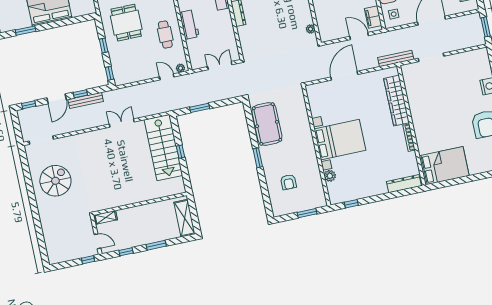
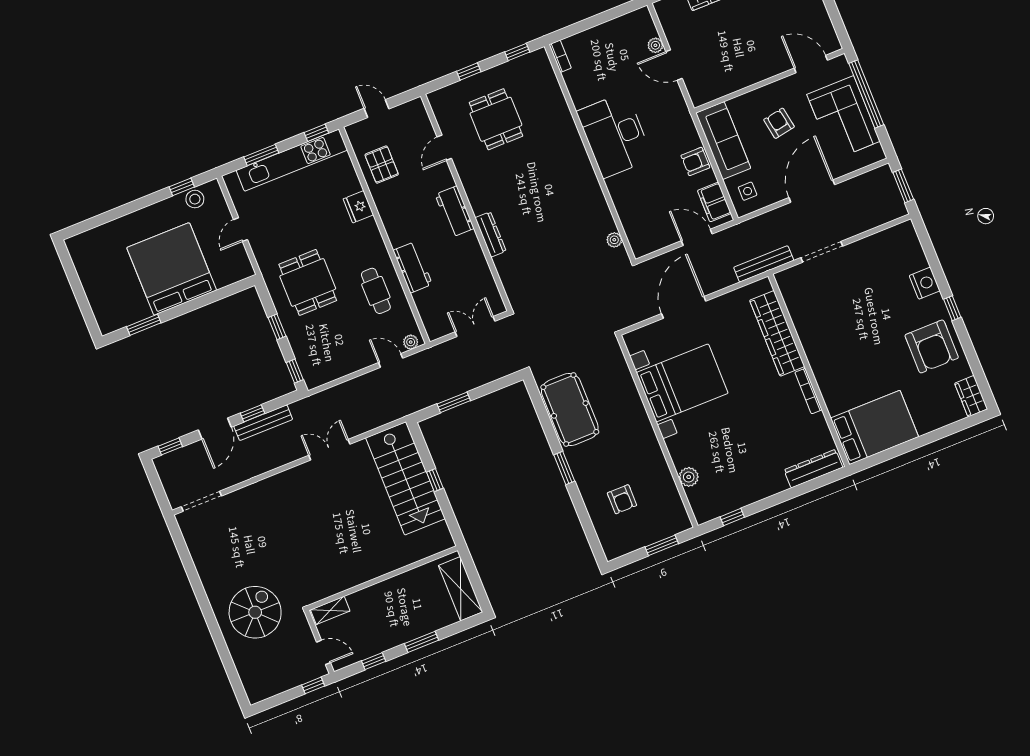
bed with nightstands: (340, 140) -> (682, 383), moved
spiral stairs: (55, 181) -> (255, 612), moved

